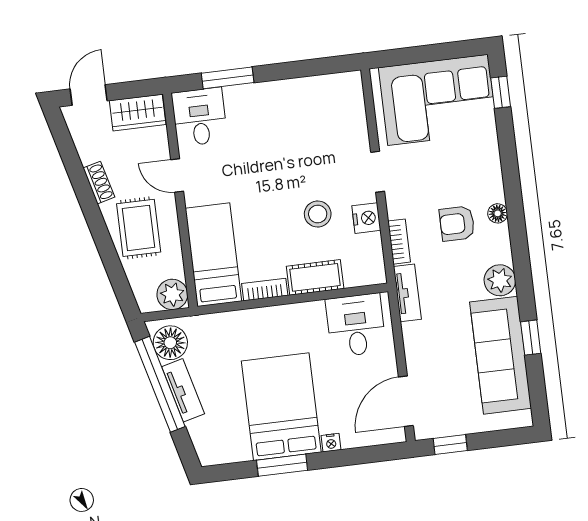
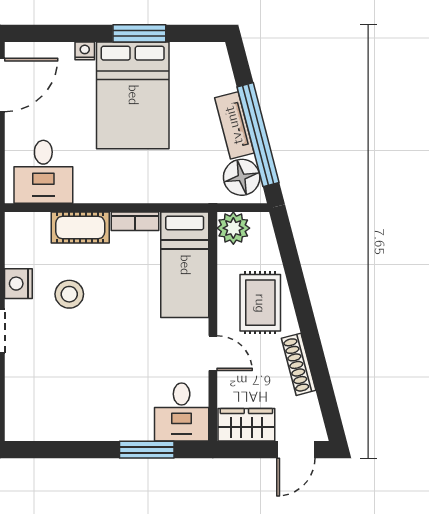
shoe rack: (99, 183) -> (299, 364), width x1.43

